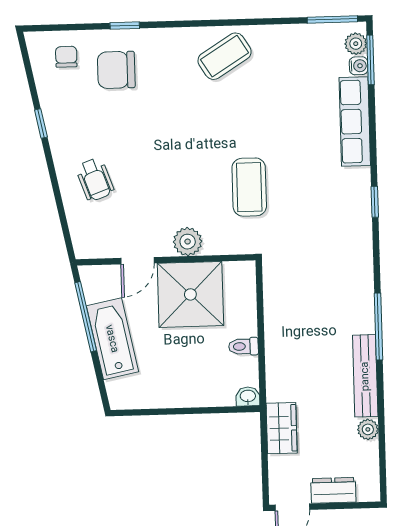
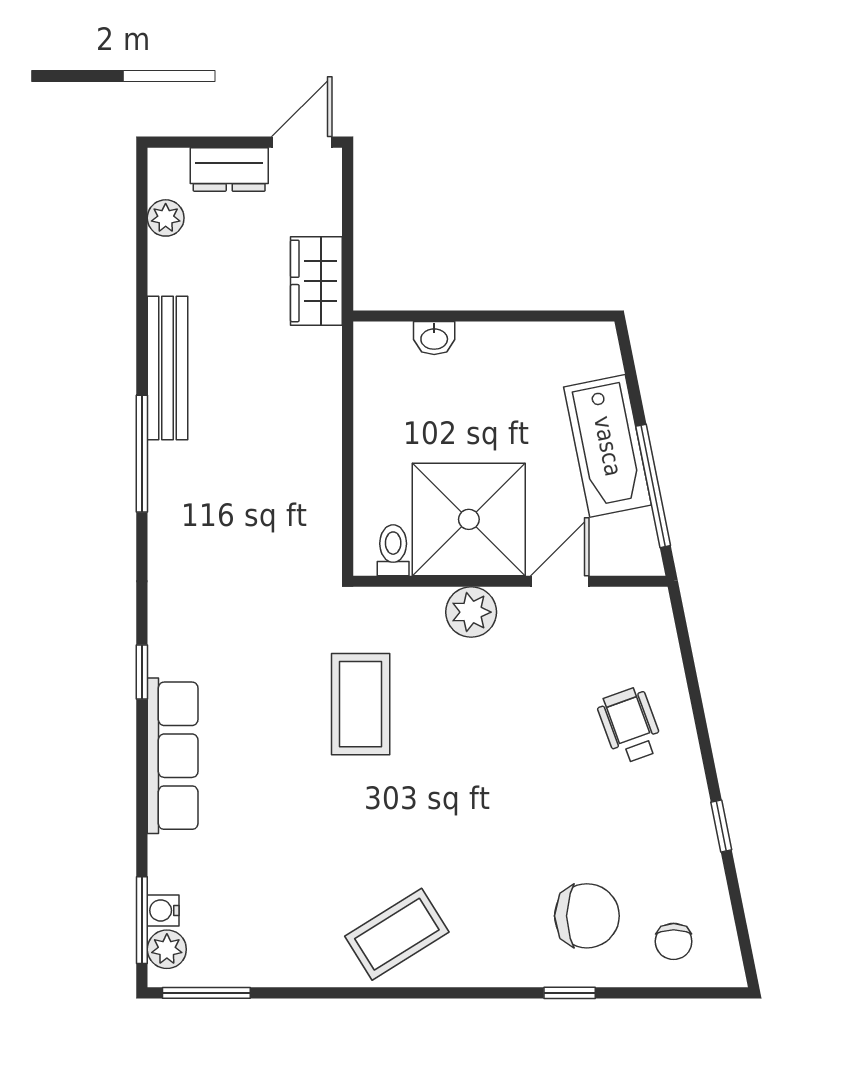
row of seats: (355, 122) -> (173, 756), moved
toilet: (243, 346) -> (393, 550), moved, turned -90
washbasin: (248, 396) -> (434, 338), moved
plant: (368, 429) -> (166, 218), moved

